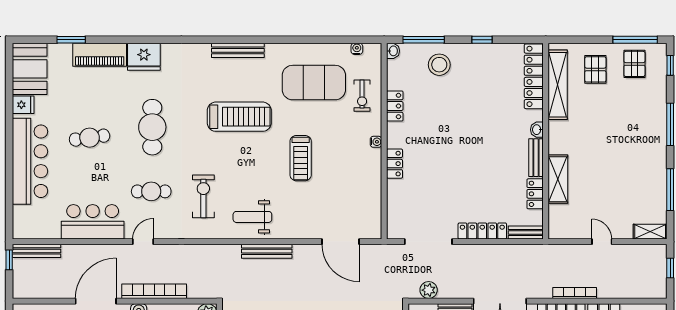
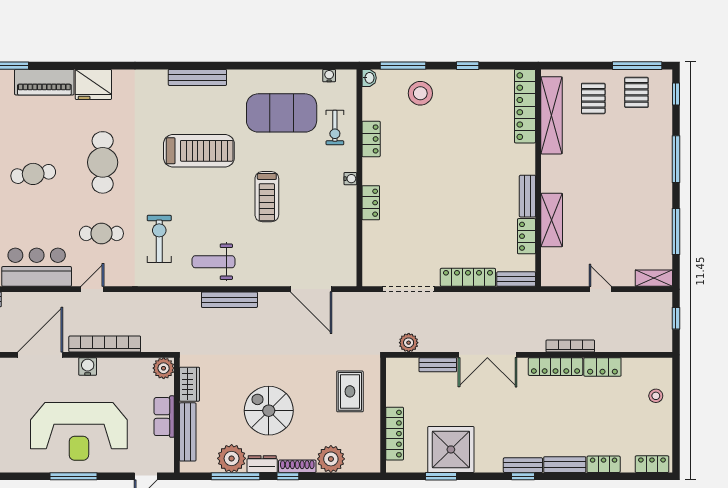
washbasin: (537, 130) -> (529, 165), removed

